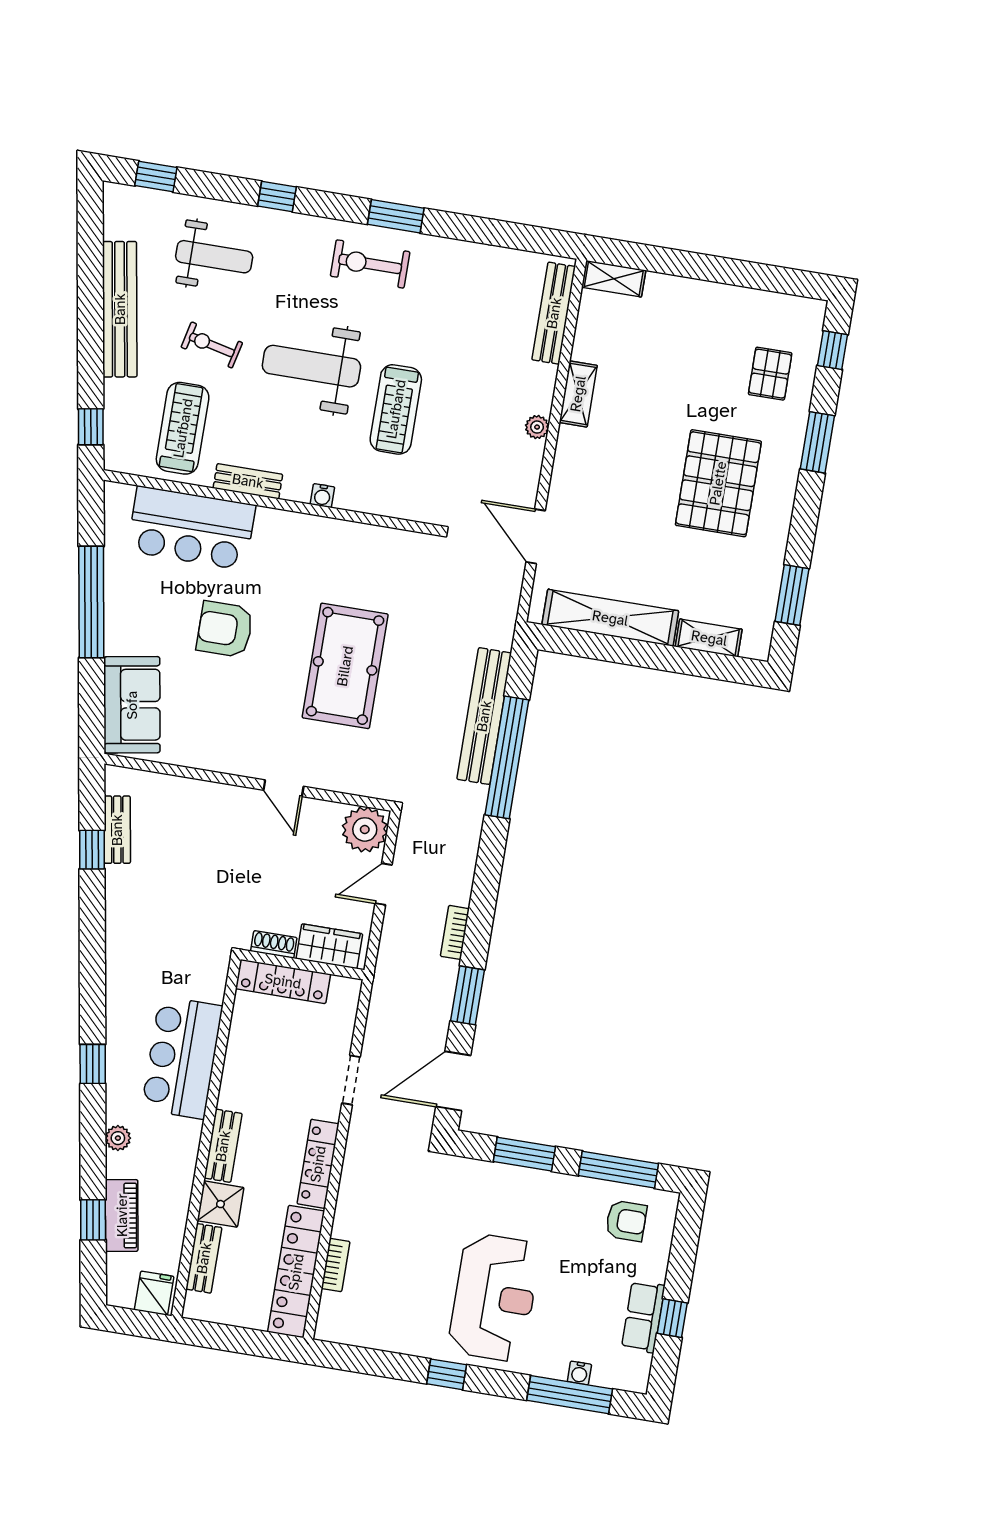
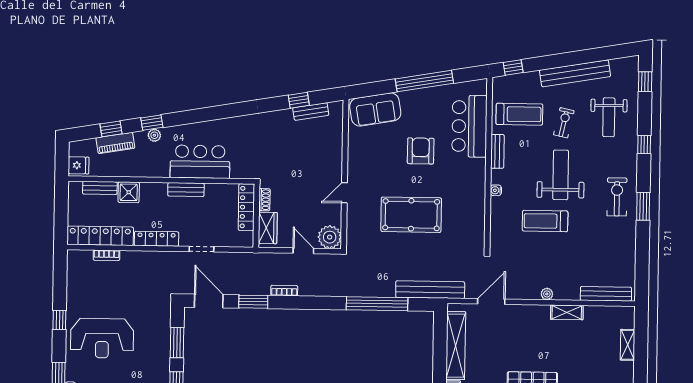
shelving: (614, 279) -> (628, 345), moved
bench: (484, 716) -> (430, 290), moved
window: (93, 1064) -> (152, 123), moved
bench: (223, 1146) -> (186, 190), moved

